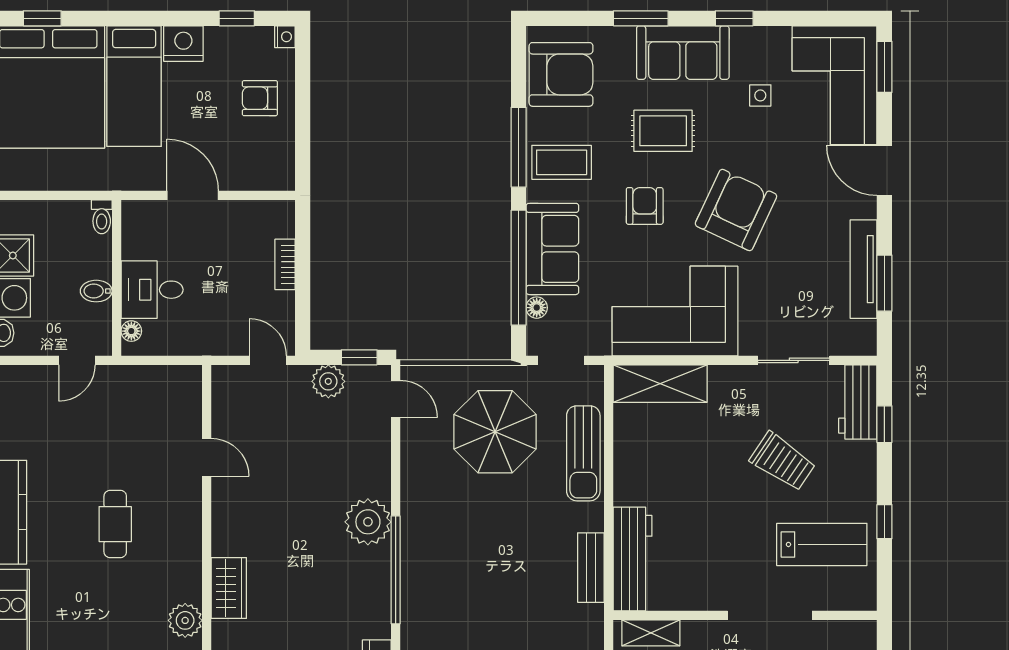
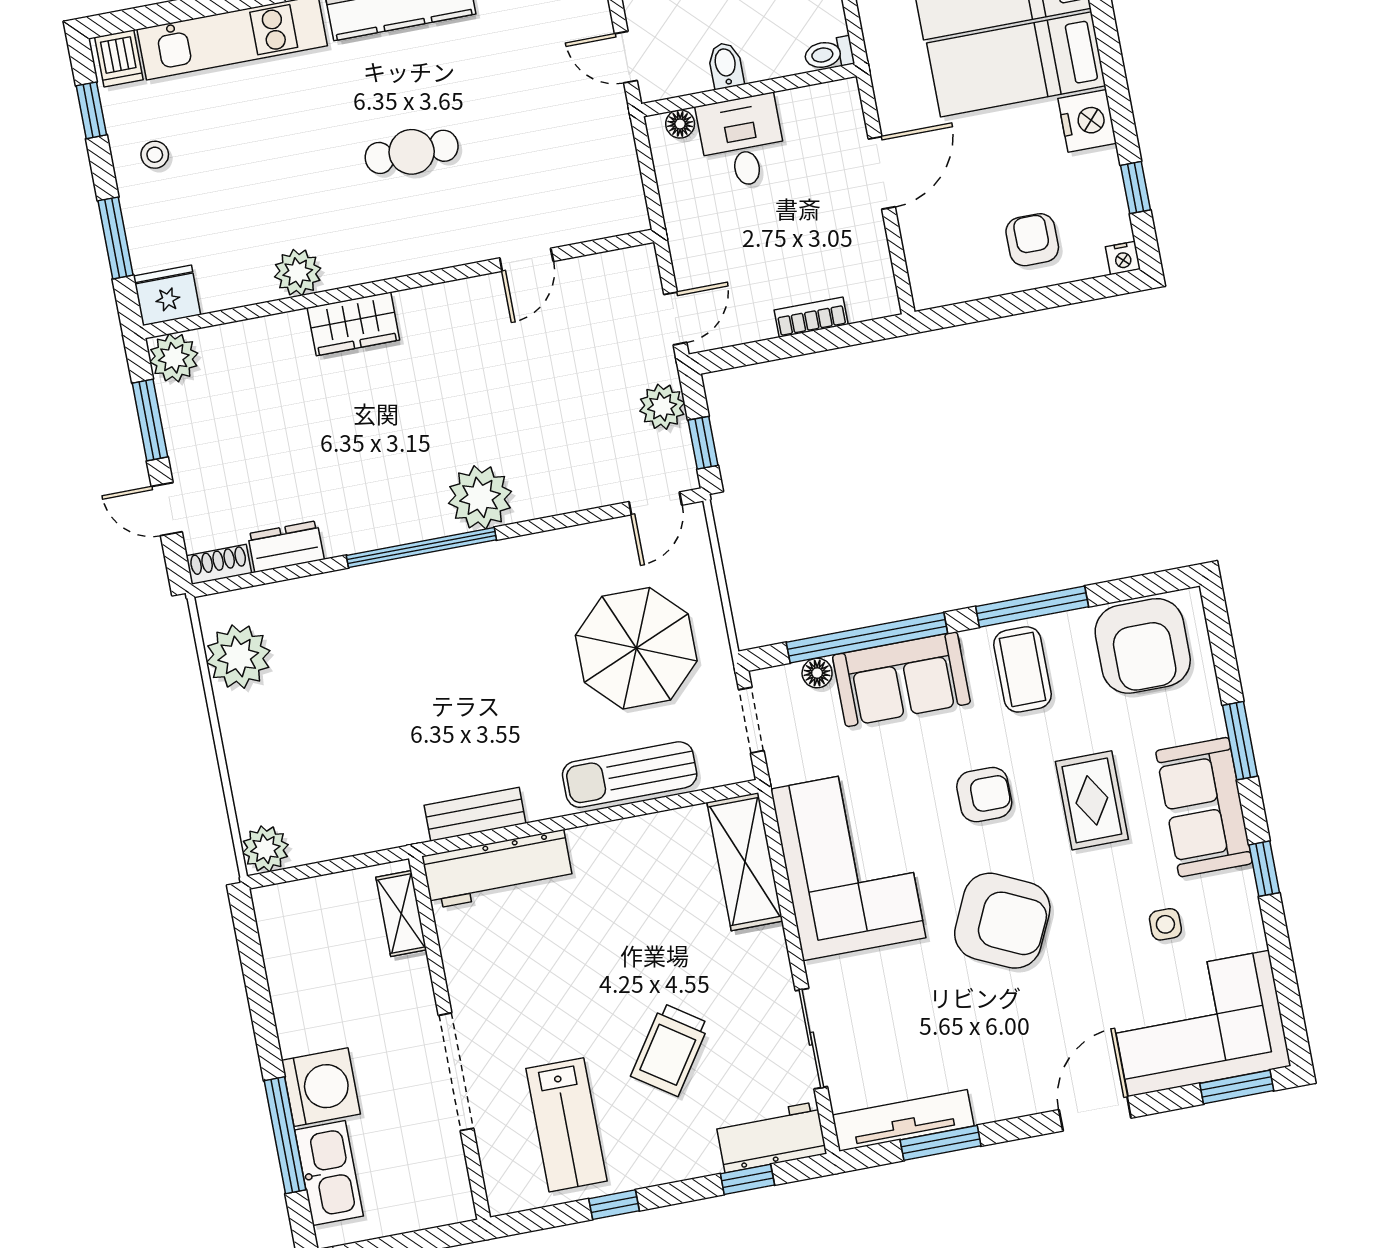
tv unit: (864, 269) -> (903, 1120), moved

